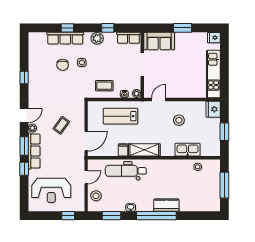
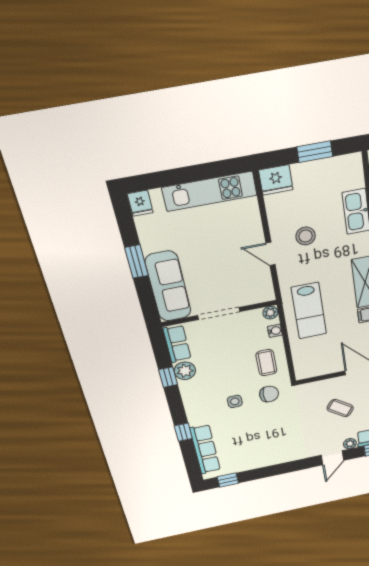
row of seats: (65, 38) -> (205, 449), moved
plant: (97, 38) -> (185, 371), moved
sofa: (159, 41) -> (168, 286), width x1.36
chair: (63, 65) -> (269, 394), moved
window: (24, 77) -> (228, 480), moved
door: (159, 100) -> (270, 254), moved
door: (24, 116) -> (332, 458), swing flipped
lab bench: (121, 116) -> (309, 311), moved

